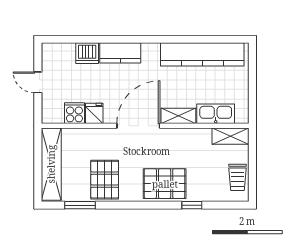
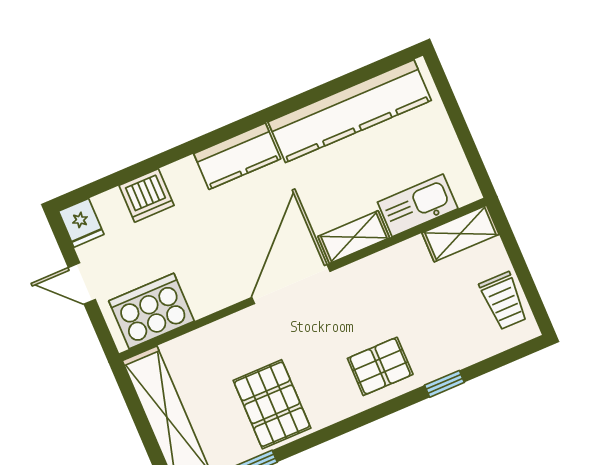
kitchen counter: (120, 53) -> (237, 156), moved
cooker: (74, 113) -> (152, 311), width x1.87, depth x1.31
fridge: (94, 113) -> (81, 223), moved, turned 180
pallet: (165, 184) -> (380, 366), width x0.67, depth x0.71

